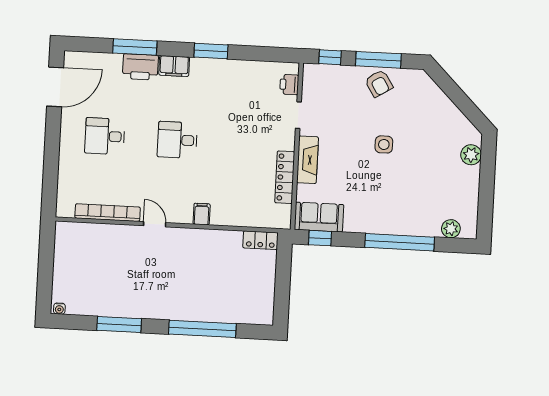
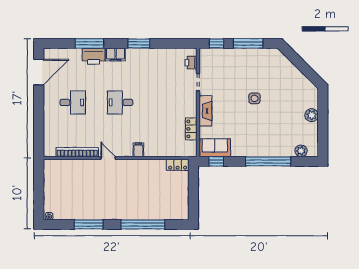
armchair: (379, 83) -> (249, 59), removed
desk: (105, 136) -> (73, 102), turned 180
plant: (471, 155) -> (312, 115), moved
locker: (285, 177) -> (191, 129), width x0.66

